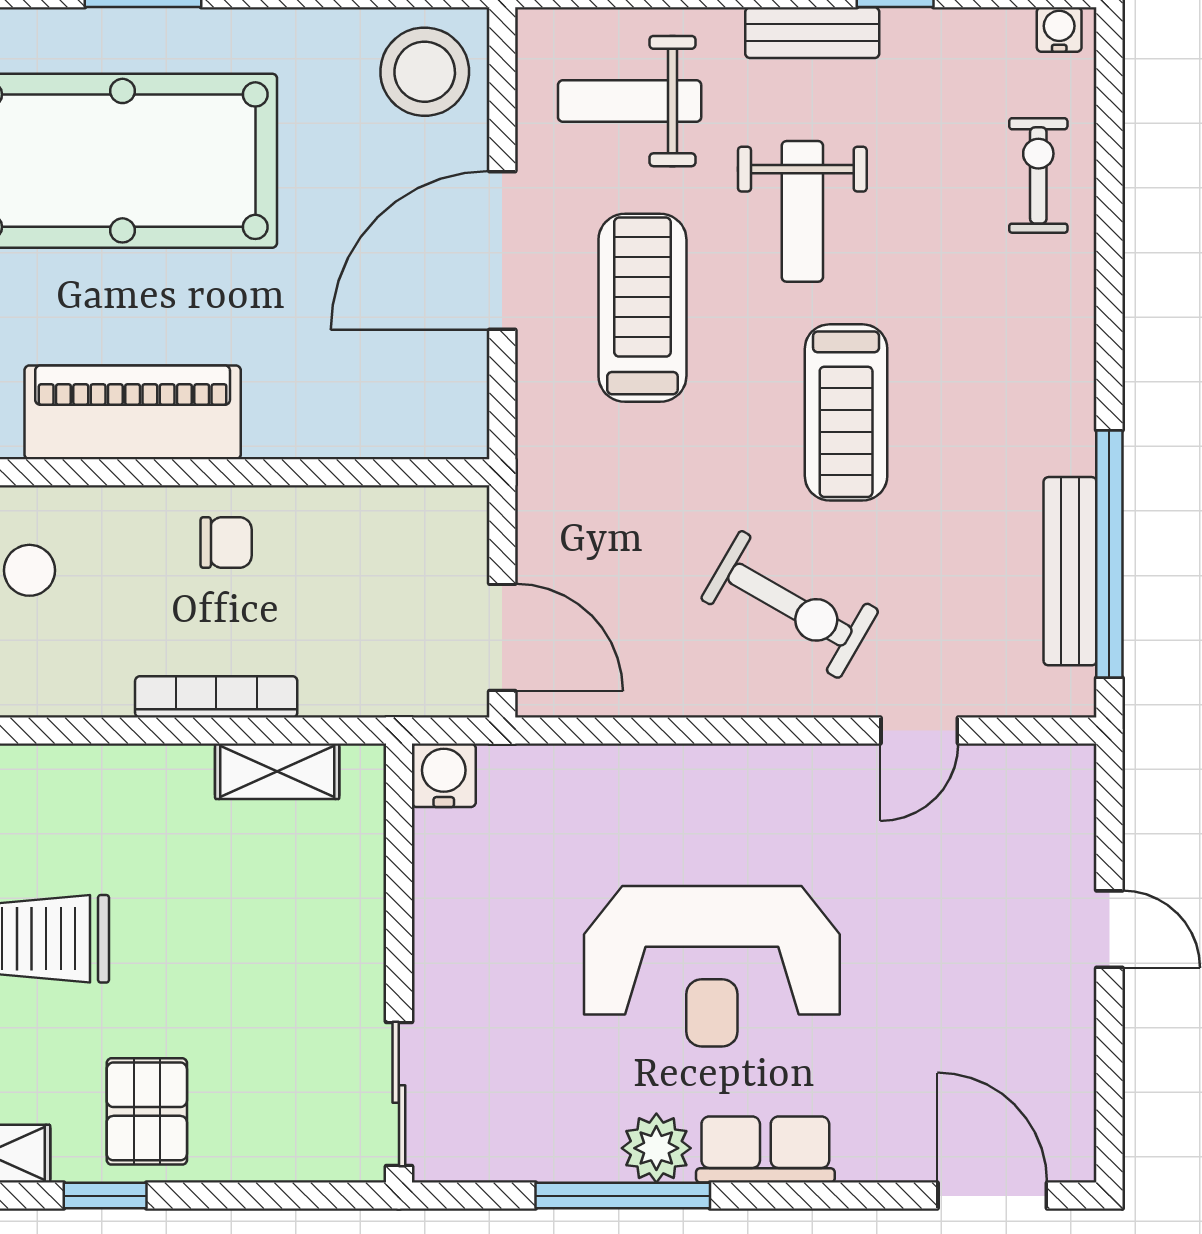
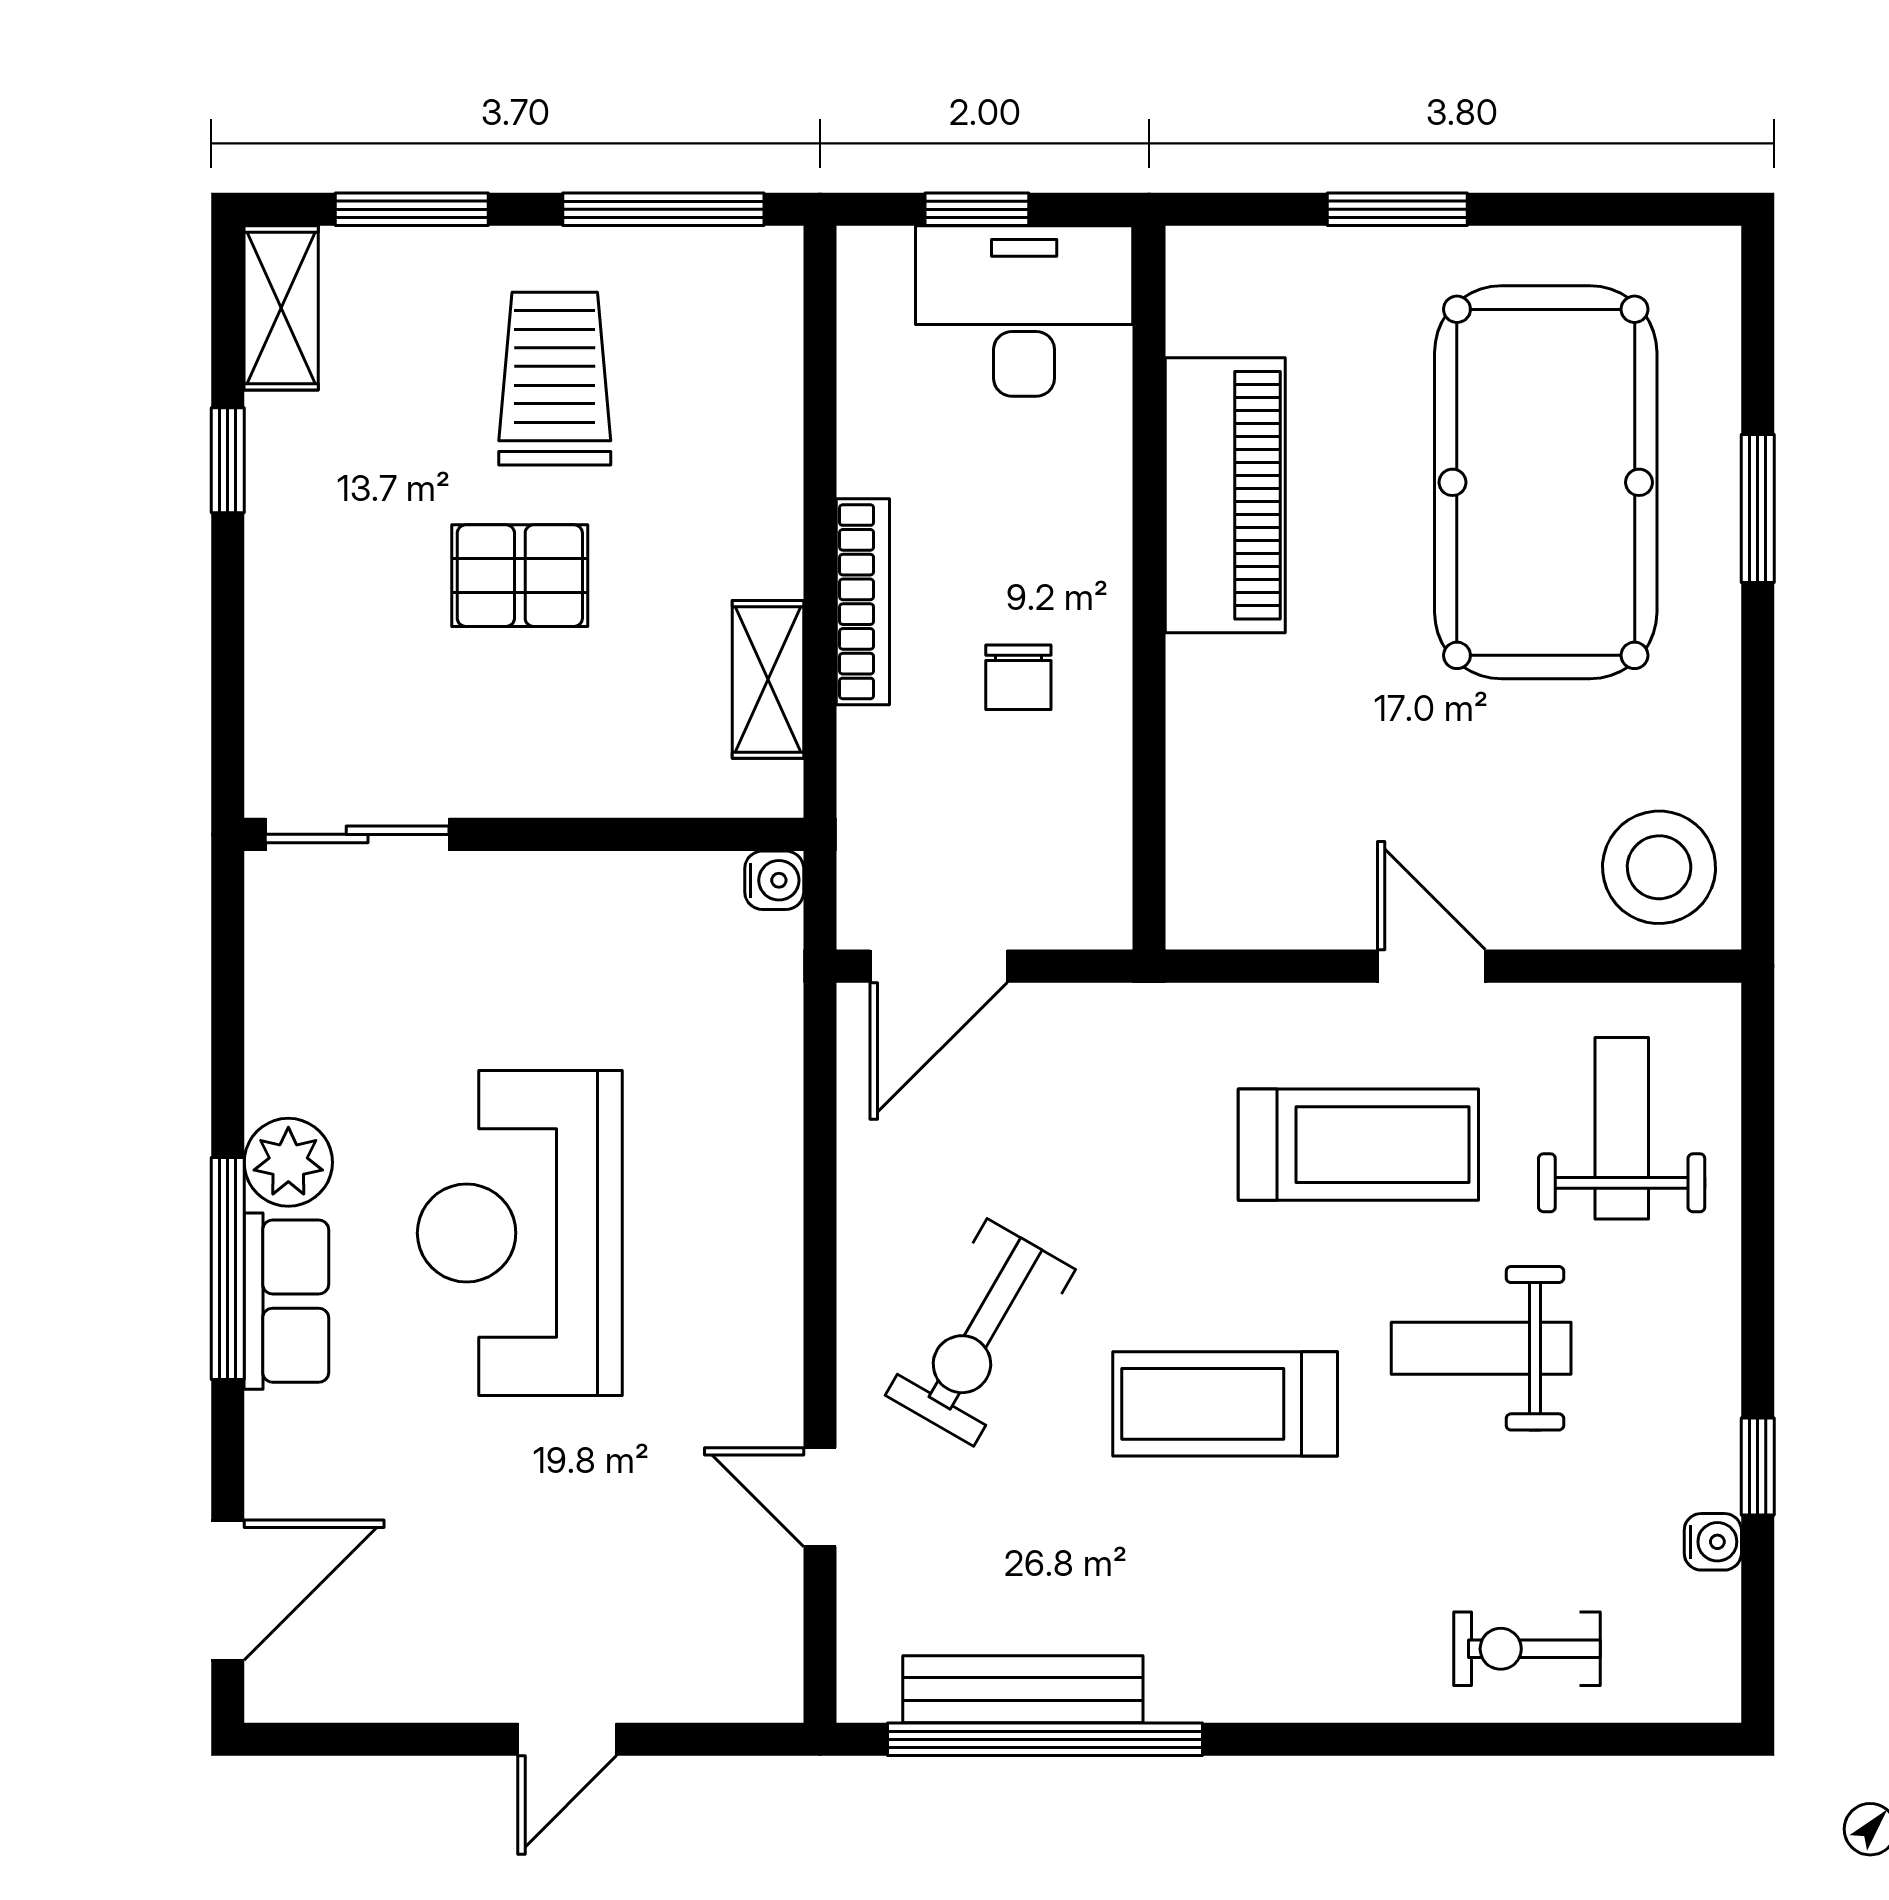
water cooler: (1059, 29) -> (1713, 1542), moved
bench: (812, 33) -> (1709, 1361), removed
exercise bike: (1038, 175) -> (1527, 1649), turned 180
door: (502, 251) -> (1431, 966), width x0.53
chair: (226, 542) -> (1018, 677), moved
water cooler: (444, 775) -> (774, 880), width x0.72, depth x0.72
pallet: (147, 1111) -> (520, 576), moved
window: (623, 1196) -> (228, 1268), moved

